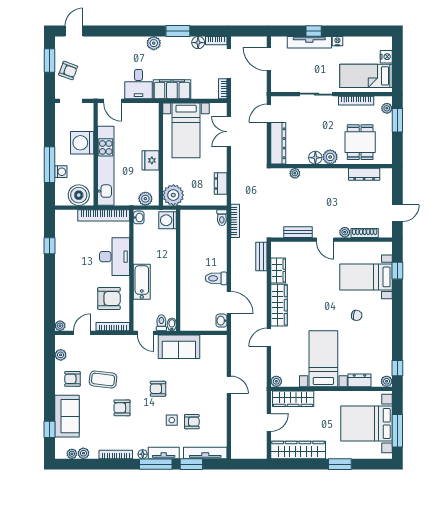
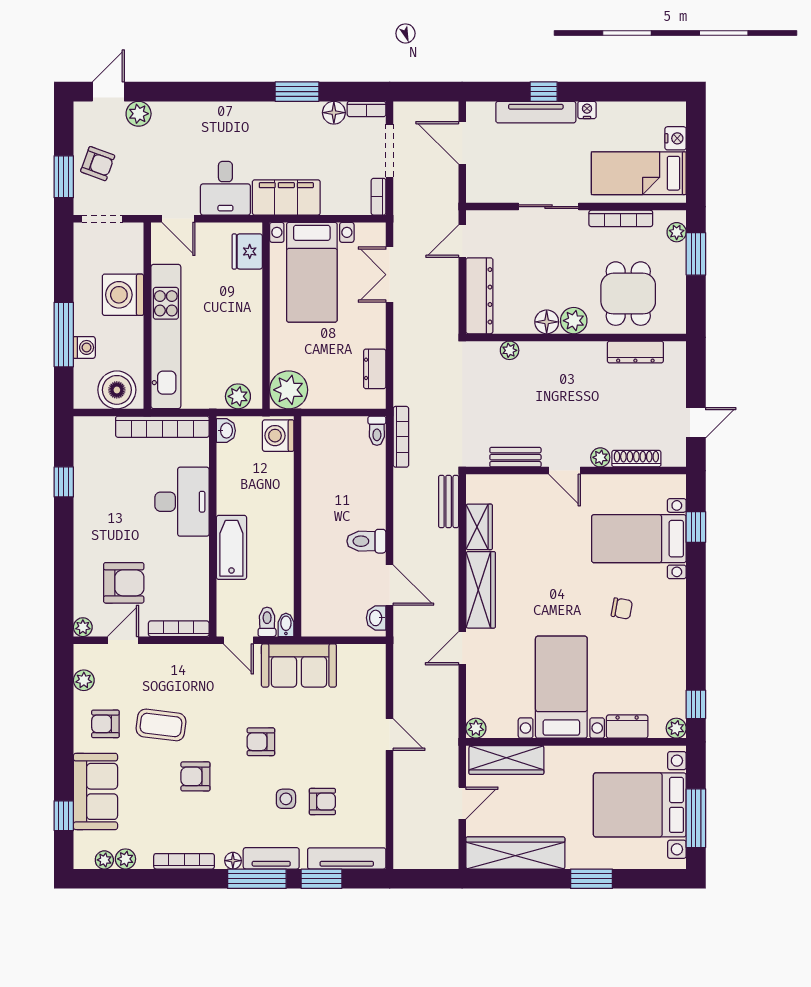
plant: (154, 43) -> (139, 114), moved
window: (50, 60) -> (64, 177), moved
fridge: (151, 160) -> (247, 251), moved
armchair: (109, 298) -> (124, 583), moved

